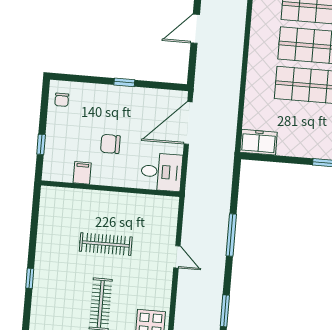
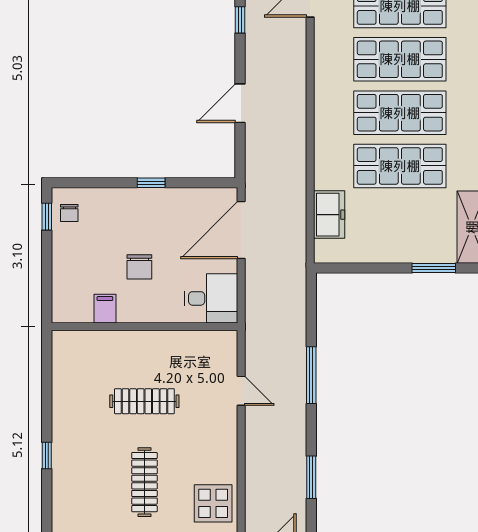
freezer: (259, 142) -> (329, 215), moved, turned 90
window: (41, 144) -> (47, 217), moved
chair: (110, 144) -> (139, 267), turned -90
door: (177, 257) -> (241, 391), moved

